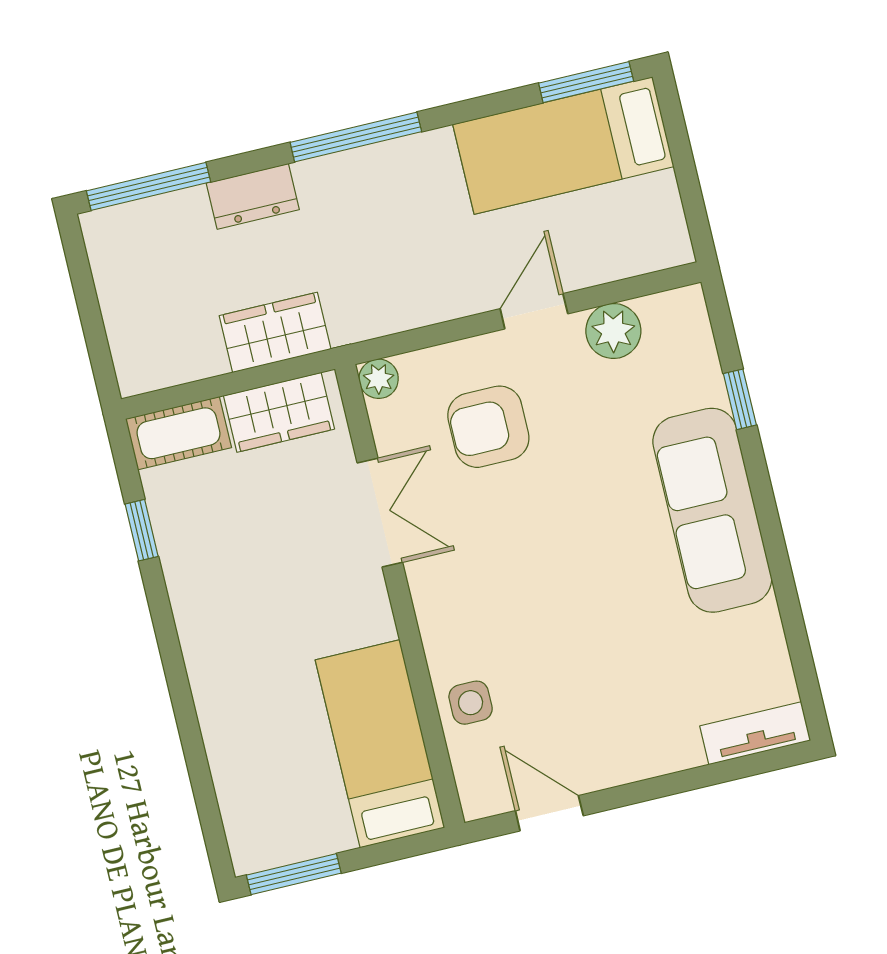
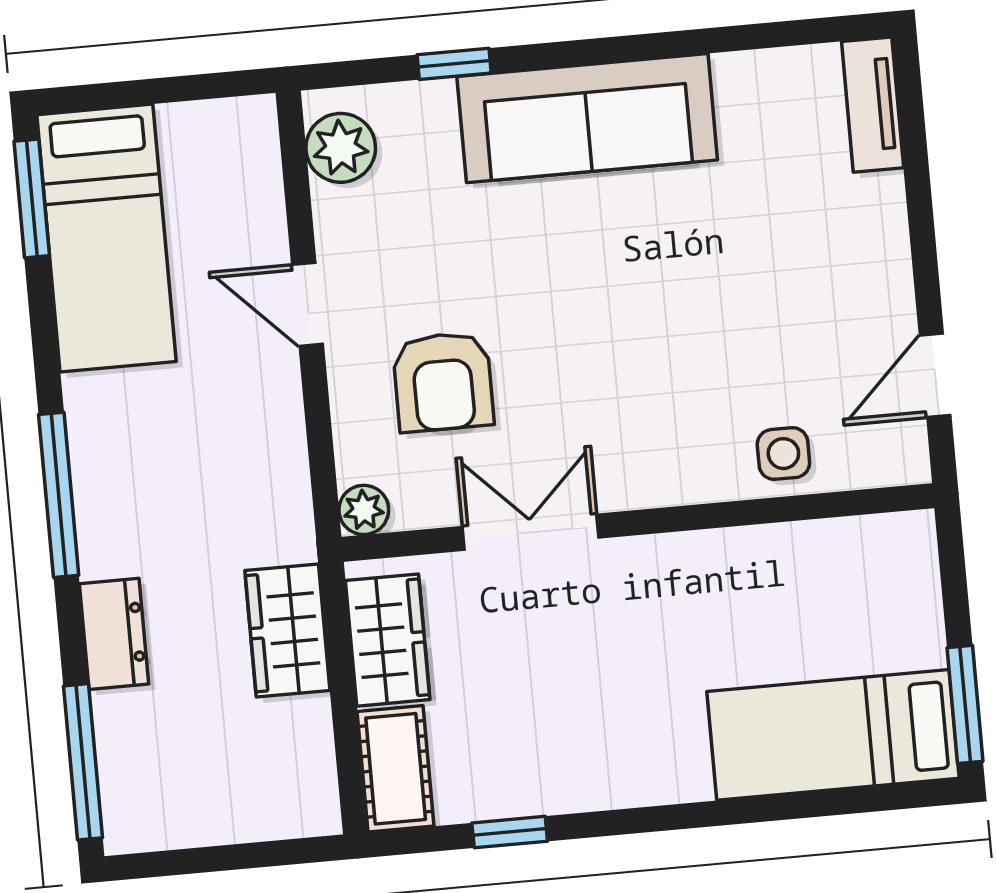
plant: (613, 331) -> (341, 148), moved
bed: (380, 744) -> (833, 735), moved

